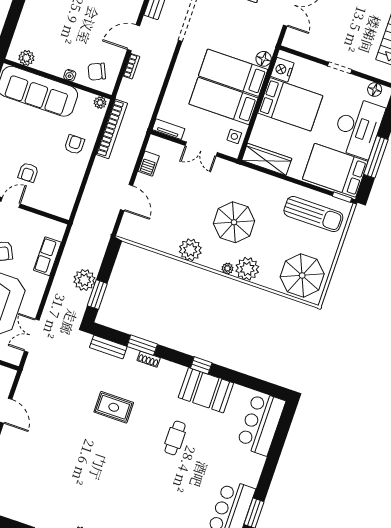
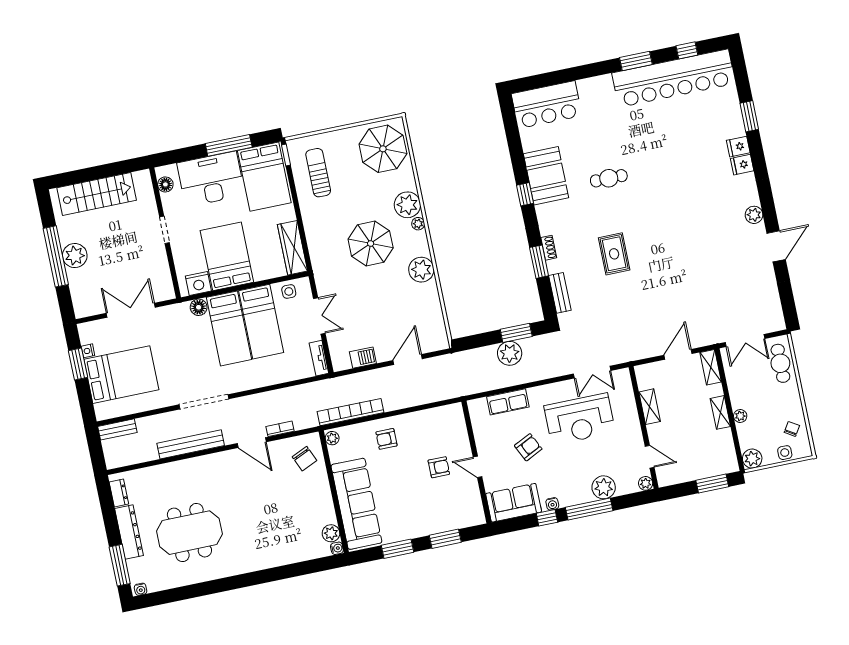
water cooler: (70, 75) -> (337, 548), moved
sun lounger: (313, 214) -> (318, 173), width x0.73, depth x0.75

